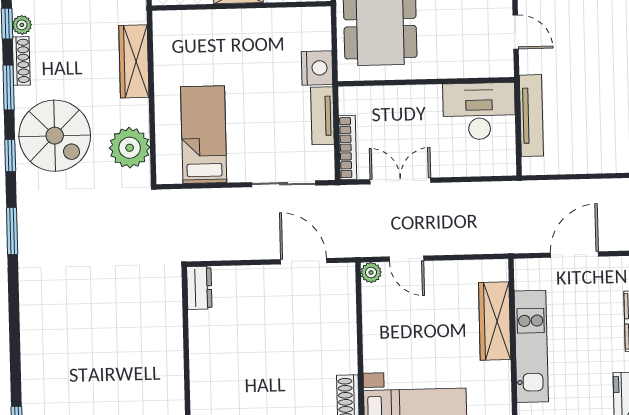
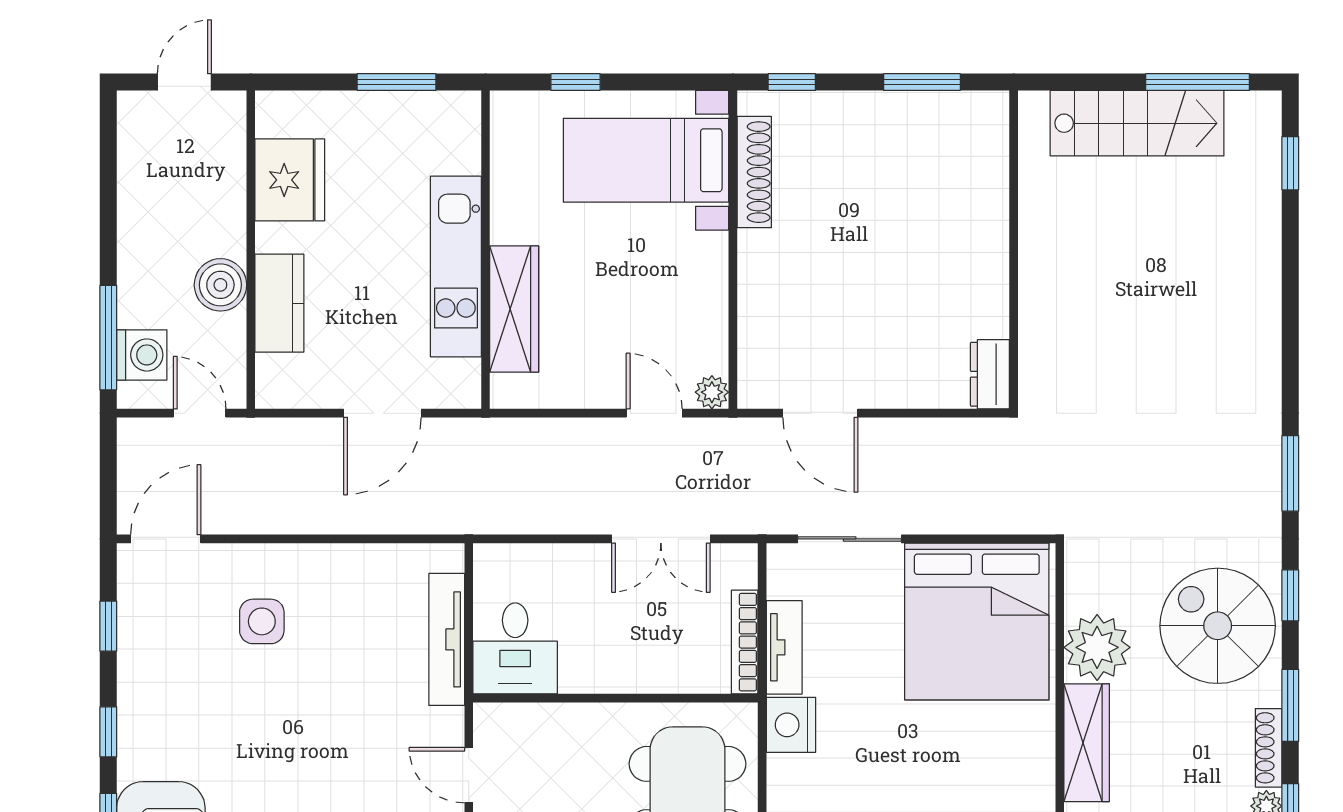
desk: (479, 111) -> (515, 648), width x0.73
bed: (204, 135) -> (977, 622), width x2.04
plant: (130, 148) -> (1097, 647), moved
bookcase: (348, 148) -> (745, 642), moved

